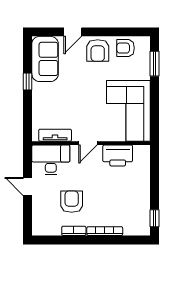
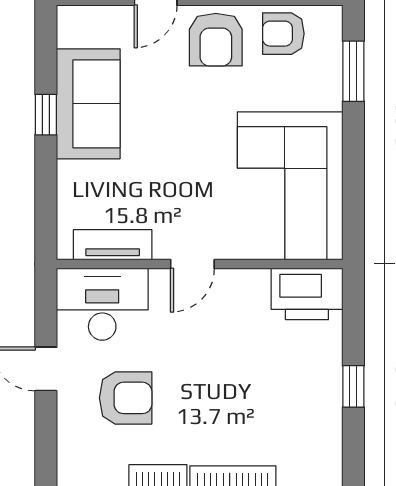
sofa: (45, 59) -> (88, 104), moved
printer: (118, 156) -> (307, 294), moved
armchair: (72, 202) -> (126, 398), moved, turned 90
window: (154, 218) -> (353, 386), moved

